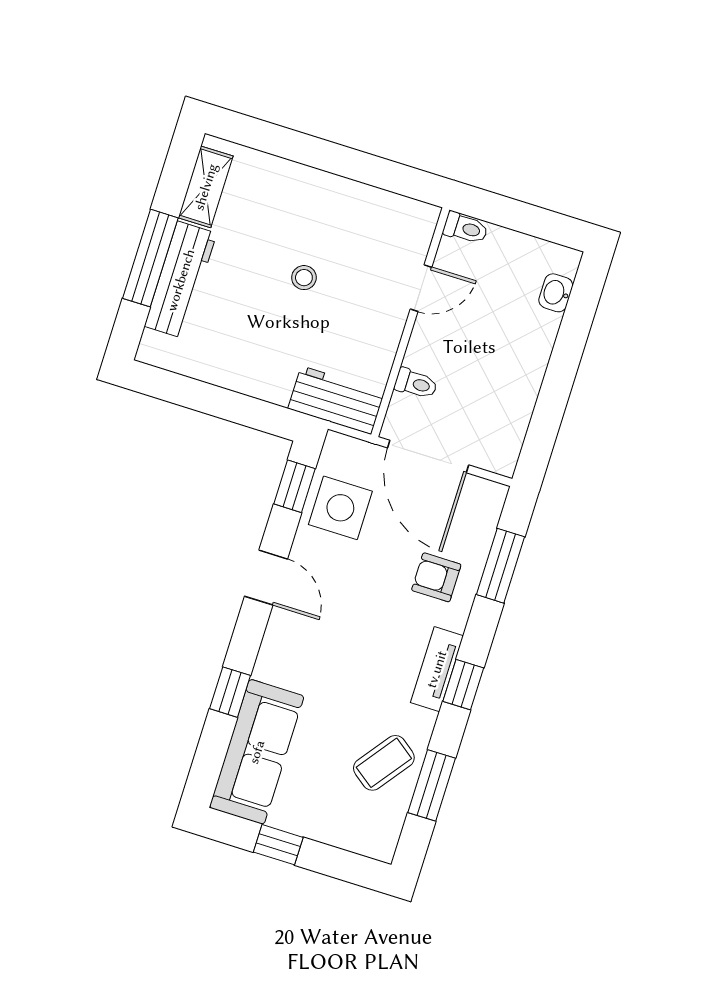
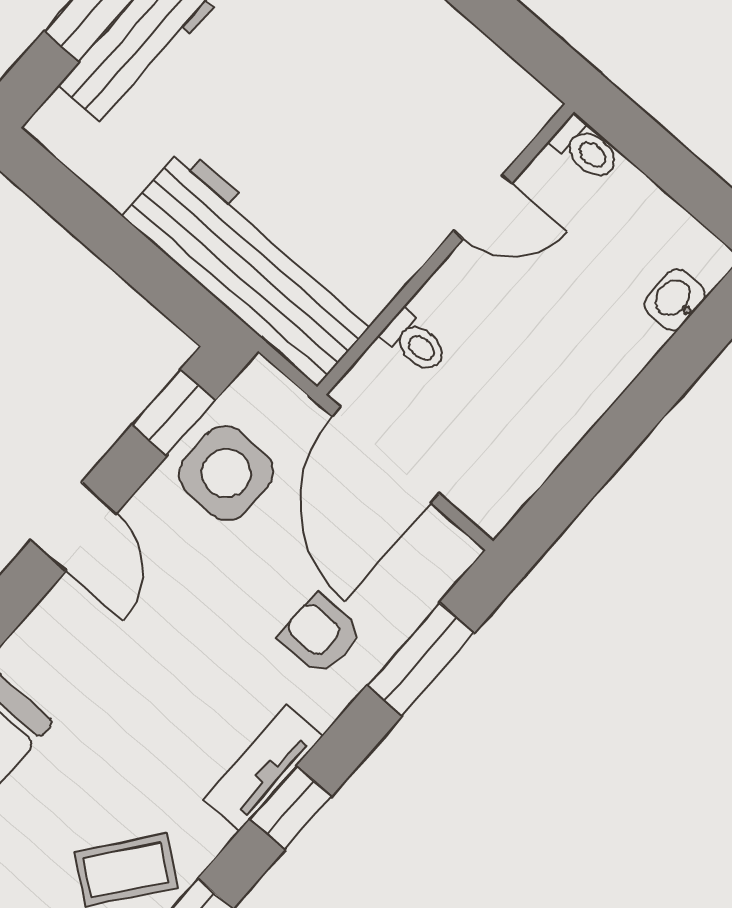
stool: (304, 278) -> (320, 117), removed
workbench: (336, 400) -> (251, 266), width x1.88, depth x1.32

